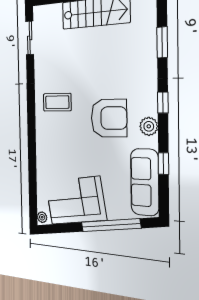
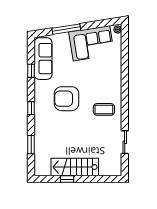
sliding door: (30, 38) -> (125, 142), moved
plant: (149, 126) -> (40, 94), removed
window: (111, 225) -> (66, 29), width x0.68

